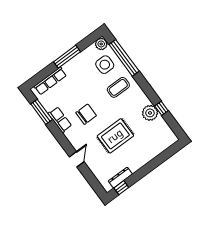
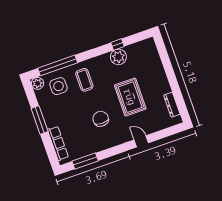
row of seats: (60, 120) -> (98, 146), removed
window: (121, 188) -> (182, 107), removed

